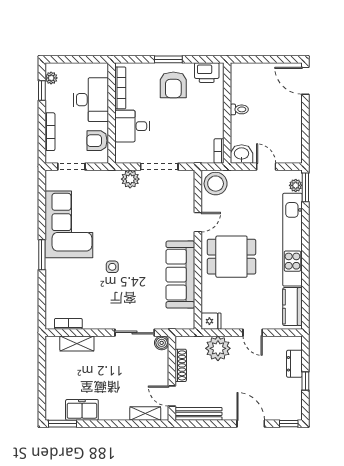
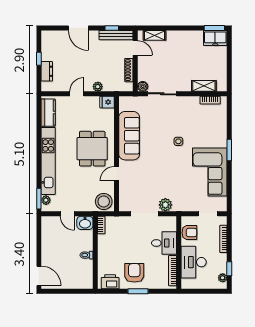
dining table: (231, 257) -> (92, 149), turned 90
door: (253, 333) -> (77, 94), hinge flipped
plant: (218, 348) -> (98, 87), width x0.53, depth x0.53
freezer: (82, 410) -> (215, 38), moved
window: (289, 424) -> (112, 28), moved

